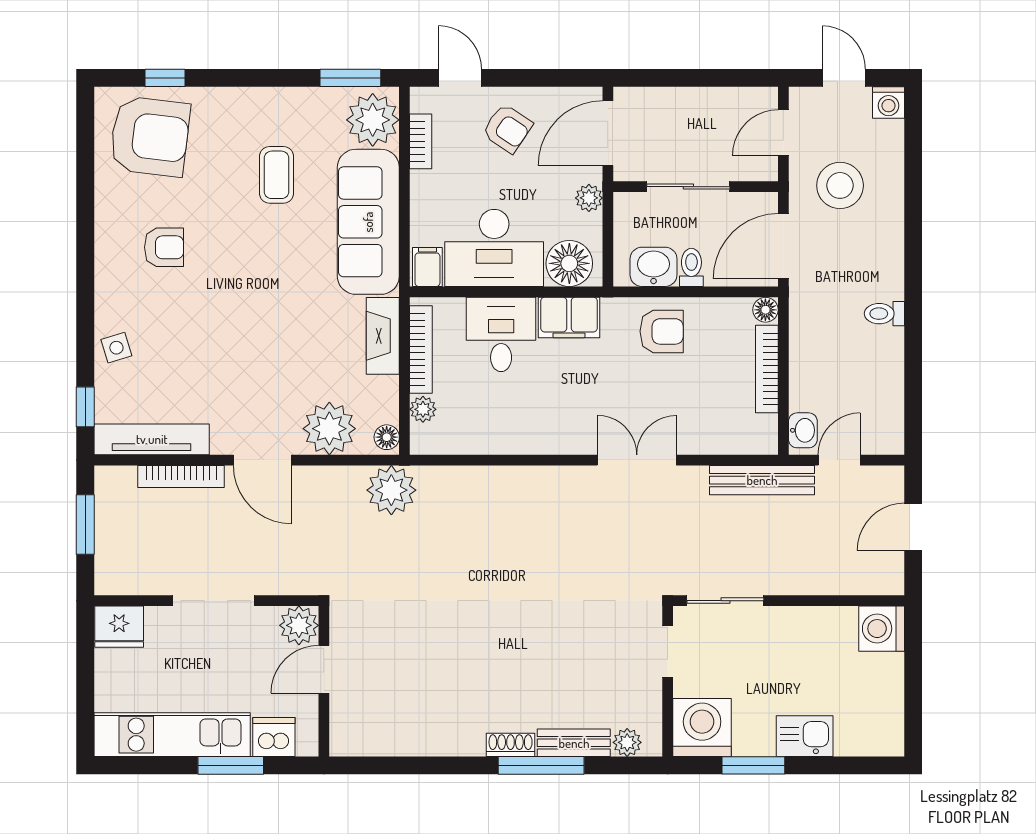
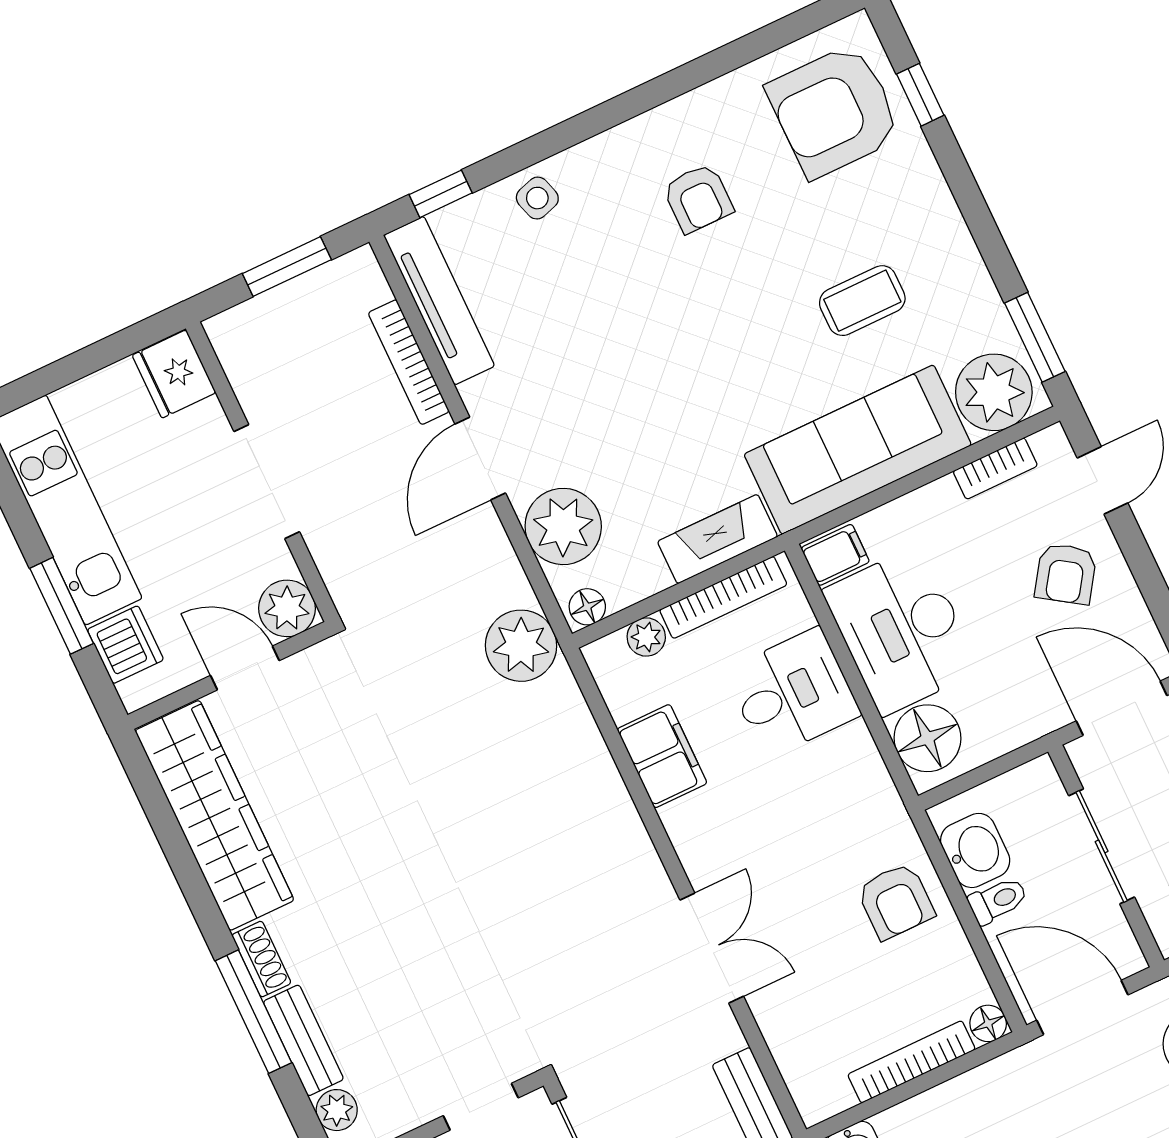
armchair: (150, 136) -> (834, 111), turned 83
plant: (589, 198) -> (1025, 723), removed
filing cabinet: (569, 317) -> (662, 756), moved, turned 180
wardrobe: (407, 732) -> (215, 815), added

